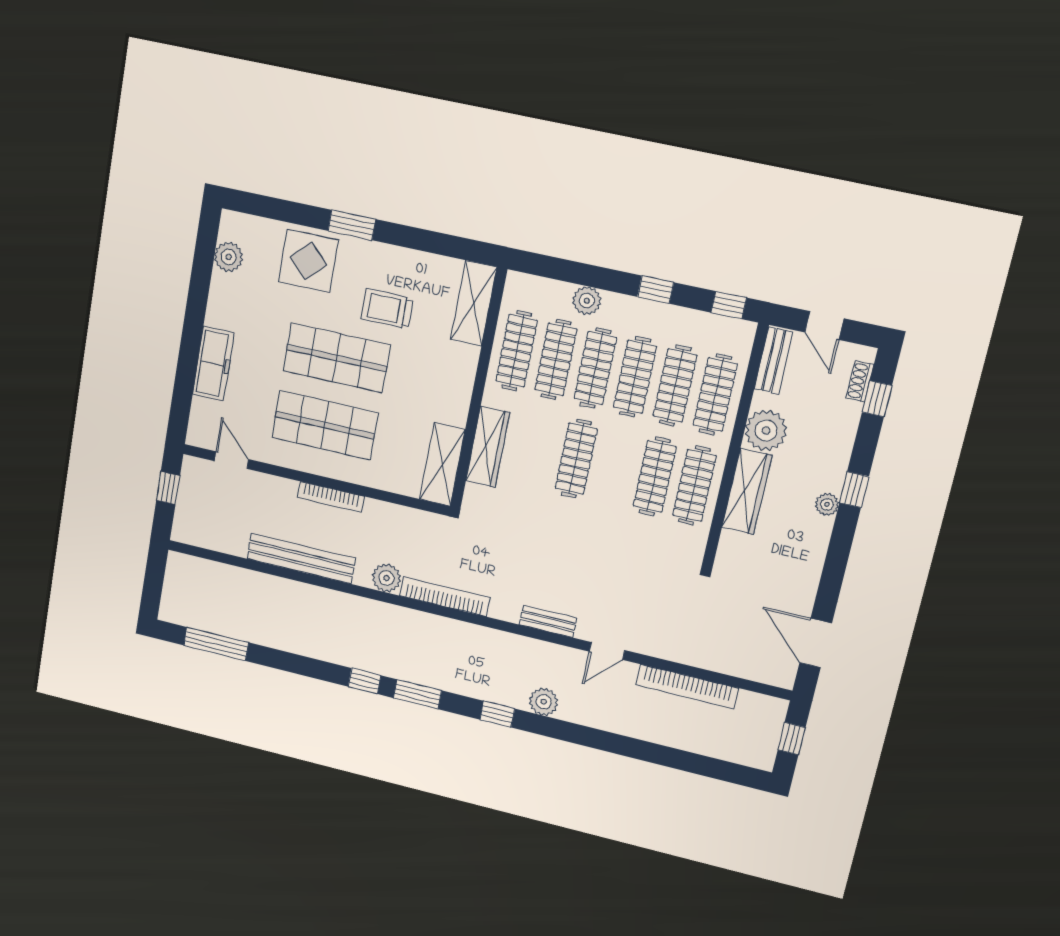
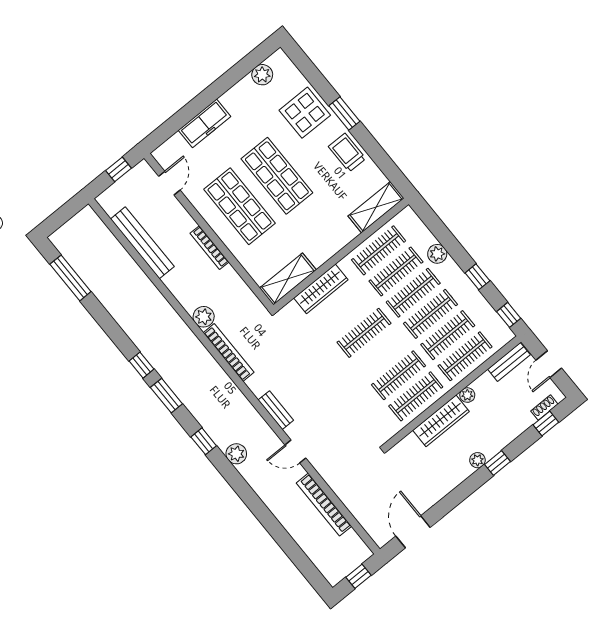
trolley: (387, 309) -> (347, 153), moved
plant: (766, 431) -> (467, 395), width x0.53, depth x0.53
bench: (301, 558) -> (142, 243), moved

